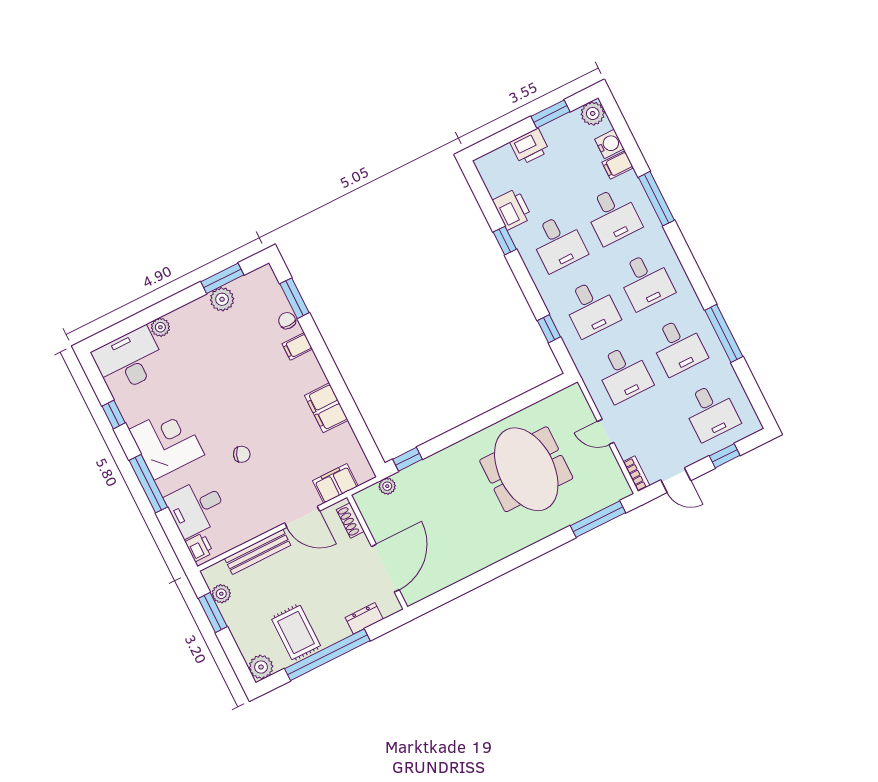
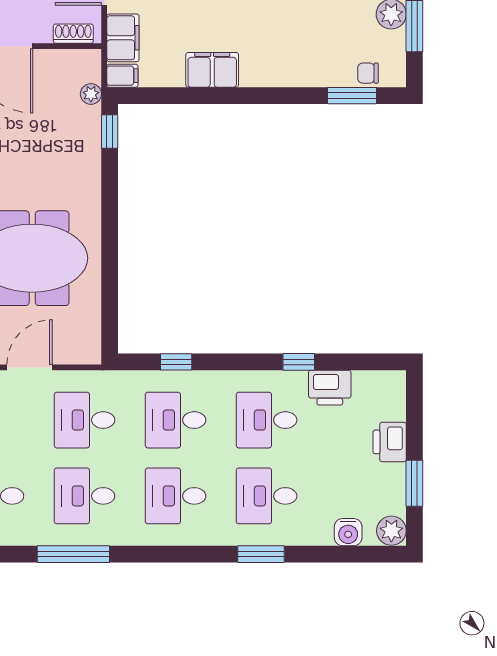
filing cabinet: (618, 165) -> (320, 530), removed
window: (656, 199) -> (261, 554), width x0.69
chair: (287, 321) -> (368, 73), moved, turned 180
filing cabinet: (297, 346) -> (122, 76), moved, turned 90
door: (606, 432) -> (30, 367), width x1.38

